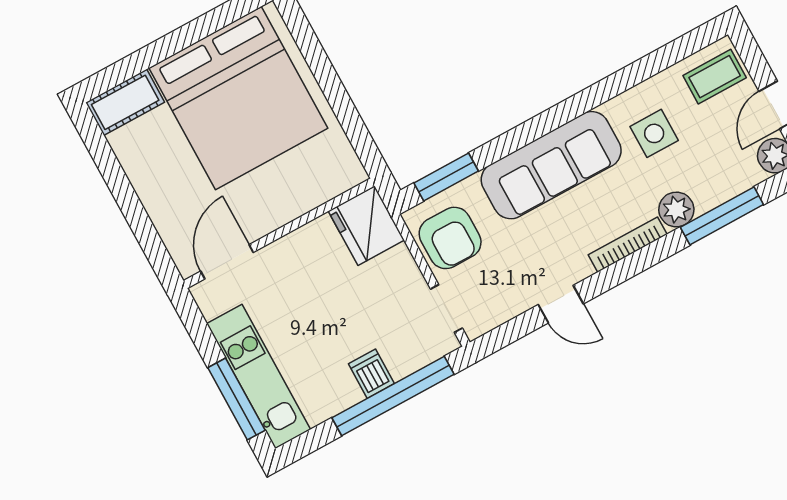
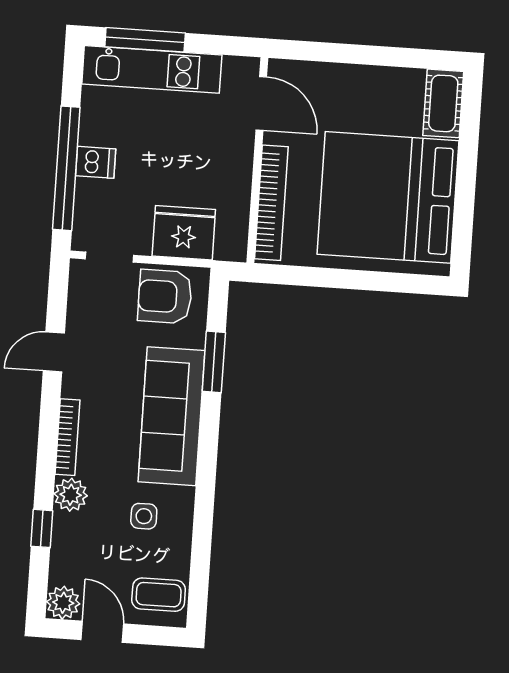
coffee table: (715, 77) -> (159, 595), turned 90
side table: (654, 133) -> (144, 516), width x0.73, depth x0.73
window: (446, 177) -> (214, 362), moved
bookcase: (308, 197) -> (271, 203), added
window: (722, 216) -> (42, 528), width x0.46
fridge: (366, 226) -> (184, 233), moved

